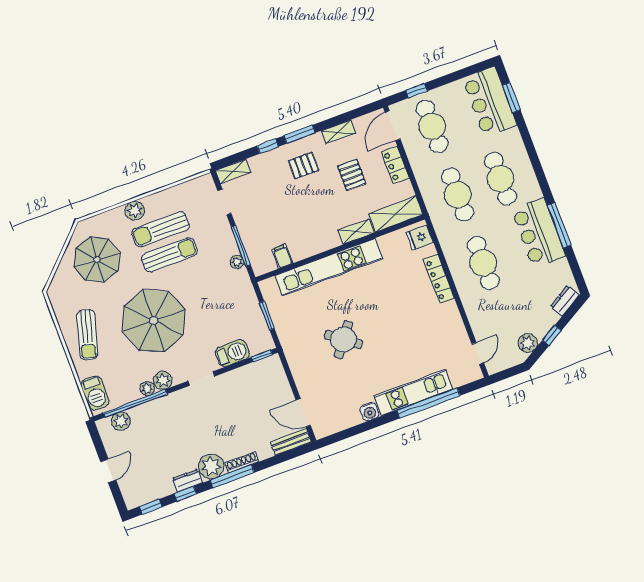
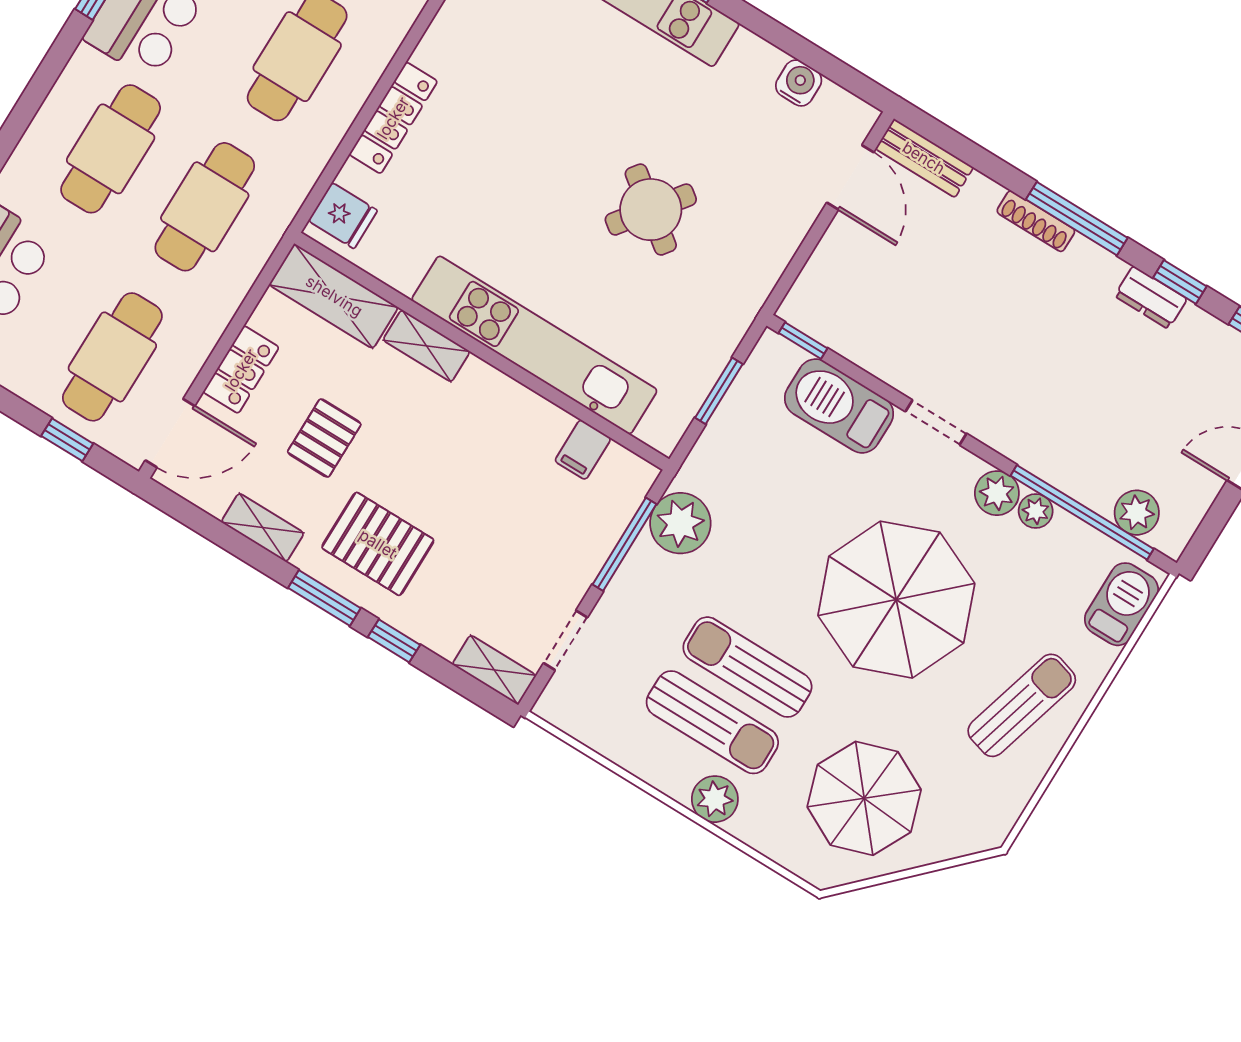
pallet: (304, 165) -> (378, 544), width x1.50, depth x1.42
plant: (237, 262) -> (680, 523), width x1.87, depth x1.87
barbecue: (232, 353) -> (839, 406), width x1.37, depth x1.21
water cooler: (369, 412) -> (799, 83), moved
plant: (211, 466) -> (1089, 273), removed

